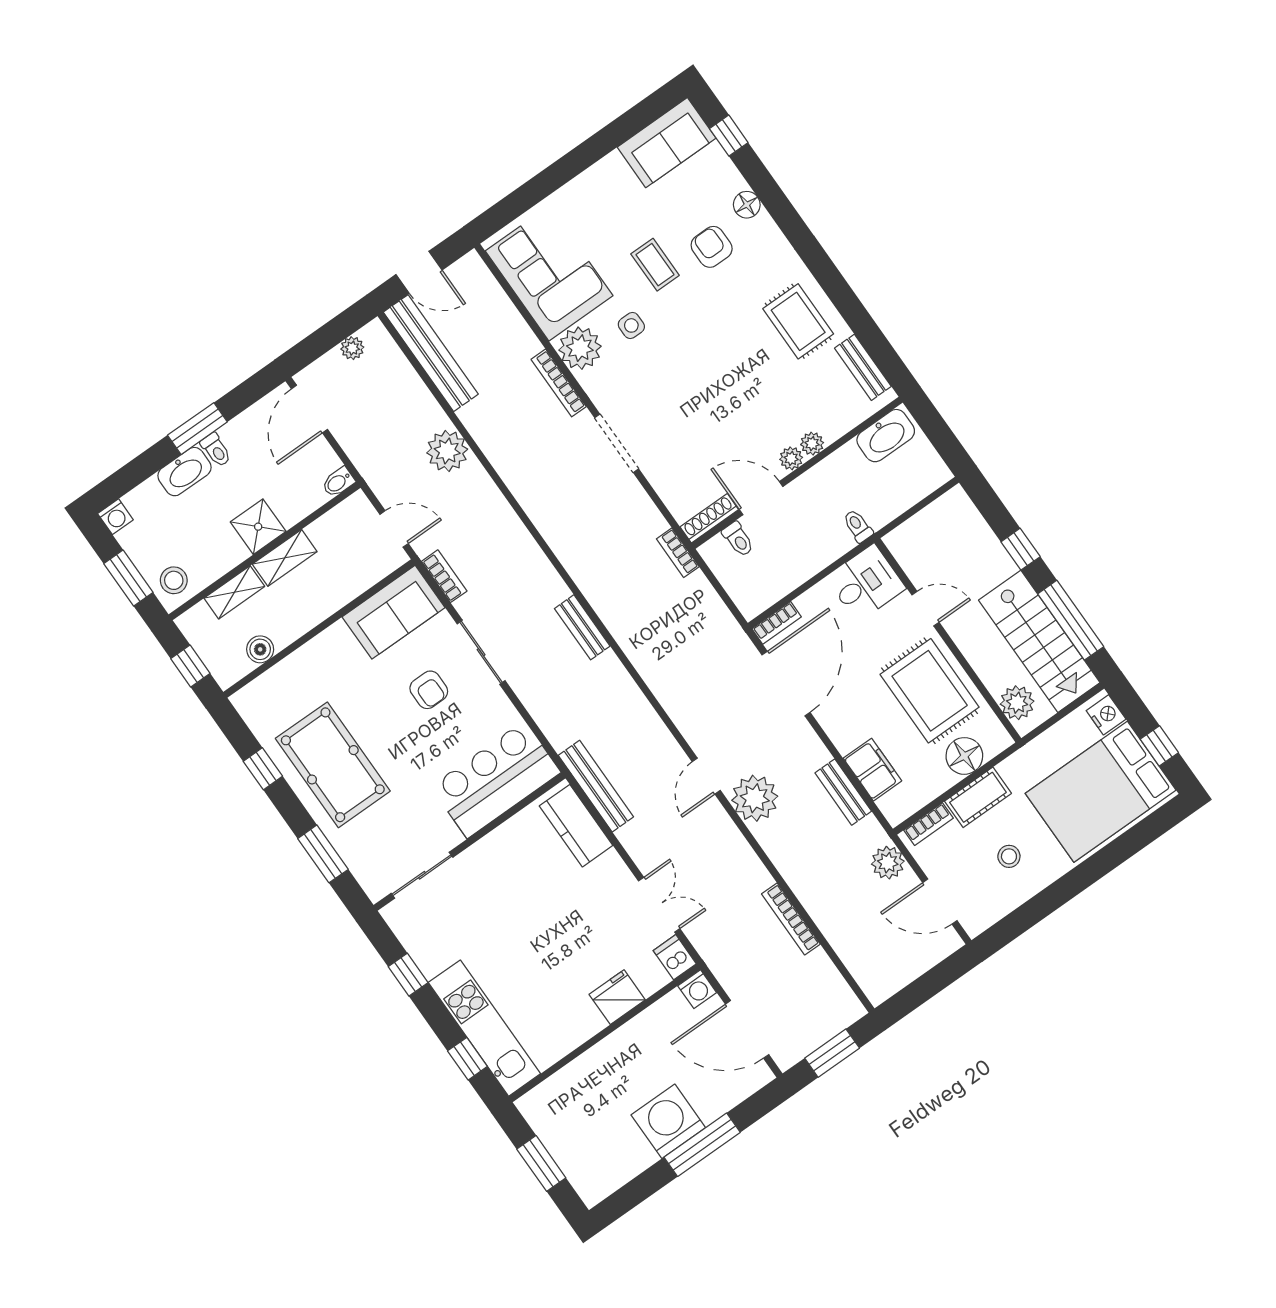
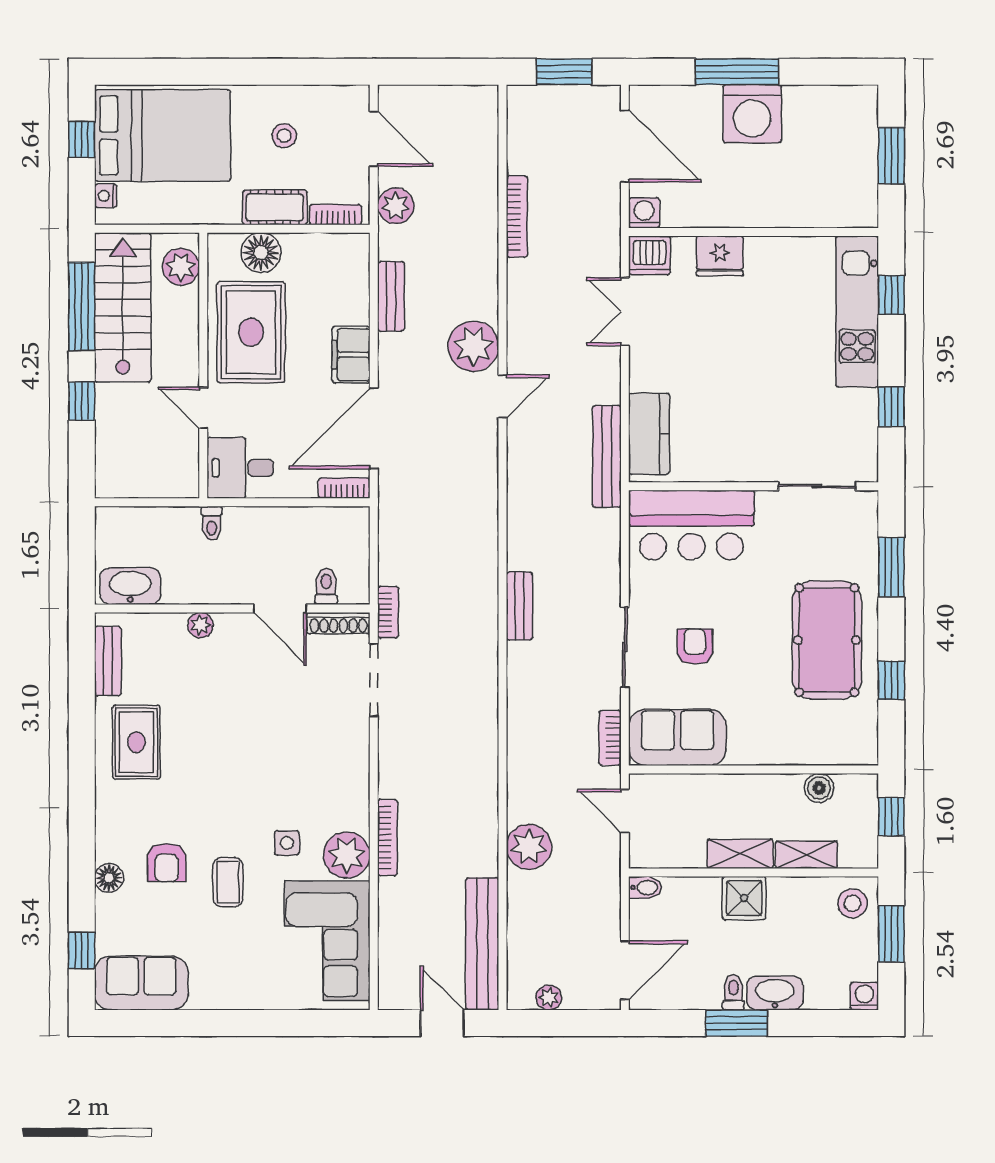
doorway: (617, 443) -> (374, 680), moved
plant: (791, 458) -> (228, 625), removed
nightstand: (1106, 715) -> (106, 196), width x0.72, depth x0.74
filing cabinet: (872, 770) -> (351, 355), moved
dishwasher: (675, 957) -> (650, 255), width x1.38

